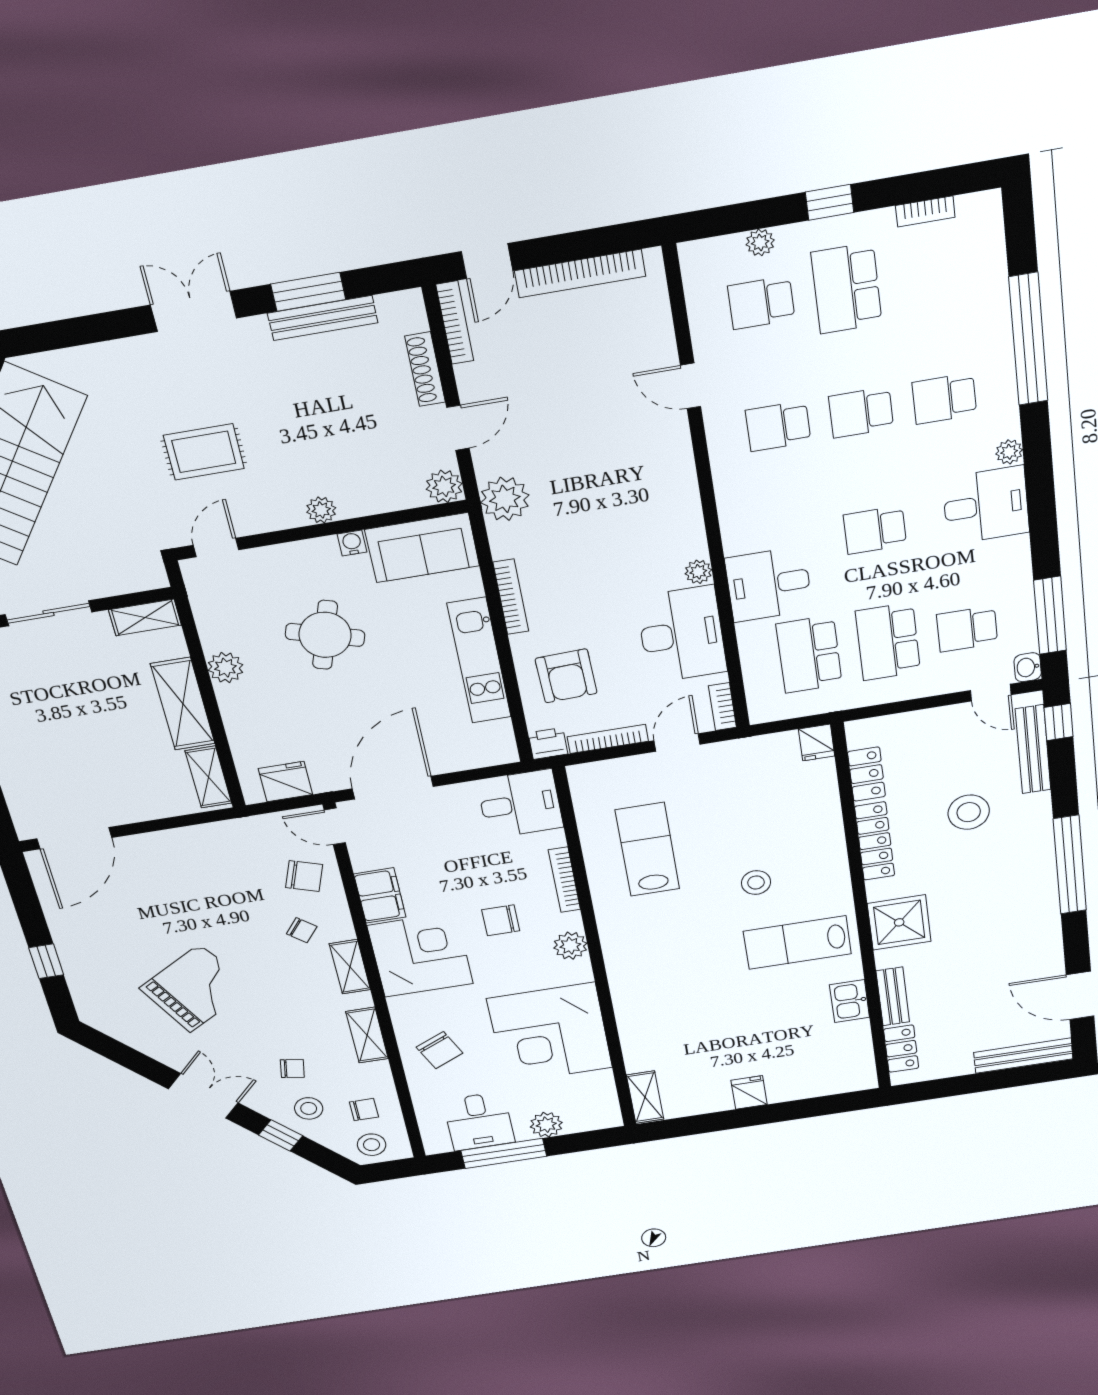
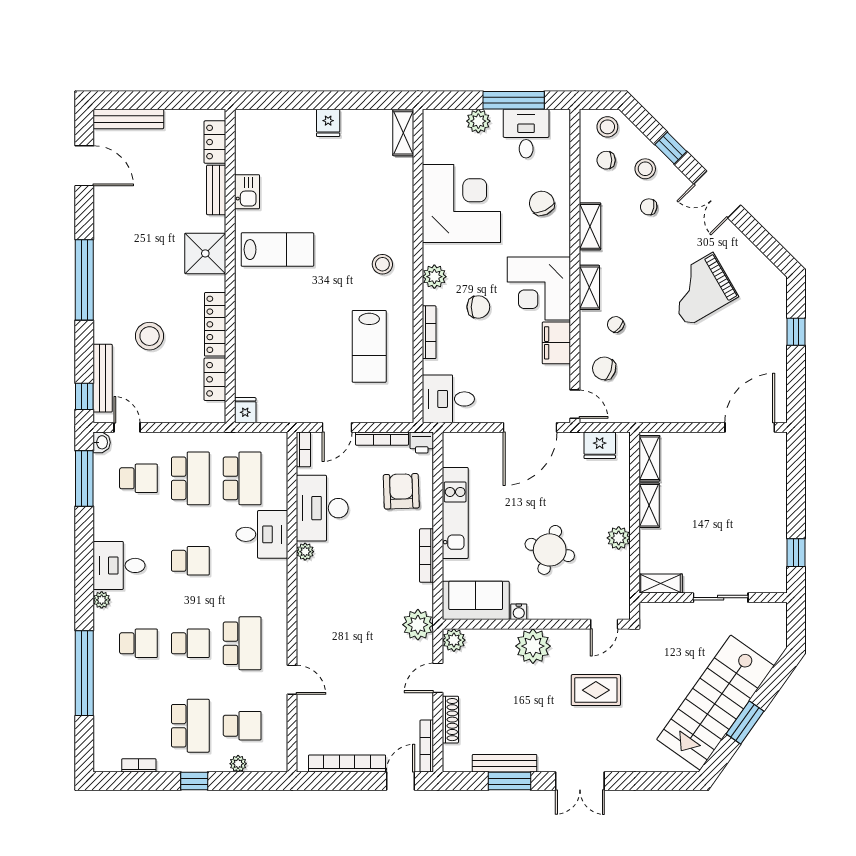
school desk: (778, 426) -> (242, 643), width x1.85
plant: (321, 510) -> (533, 646), width x1.88, depth x1.88
shelving: (183, 704) -> (649, 505), width x0.67, depth x0.75
stool: (756, 882) -> (382, 264), moved

